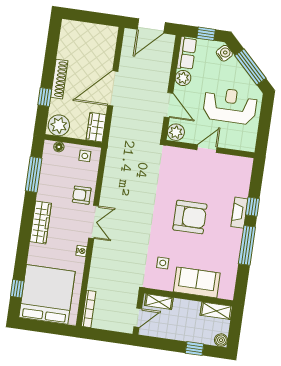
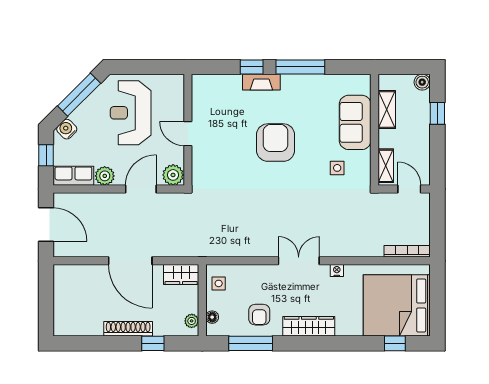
plant: (59, 125) -> (192, 321), width x0.53, depth x0.53
armchair: (82, 195) -> (259, 315), moved
shelving: (216, 311) -> (387, 109), moved

